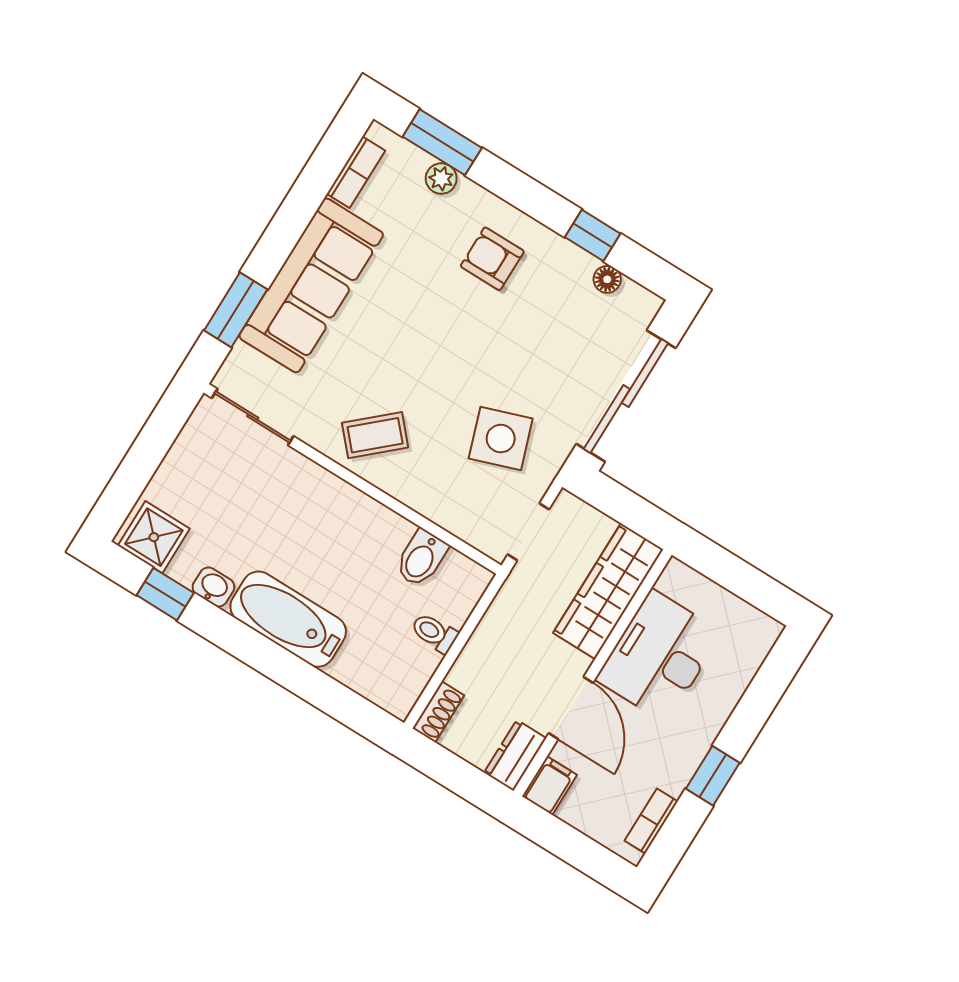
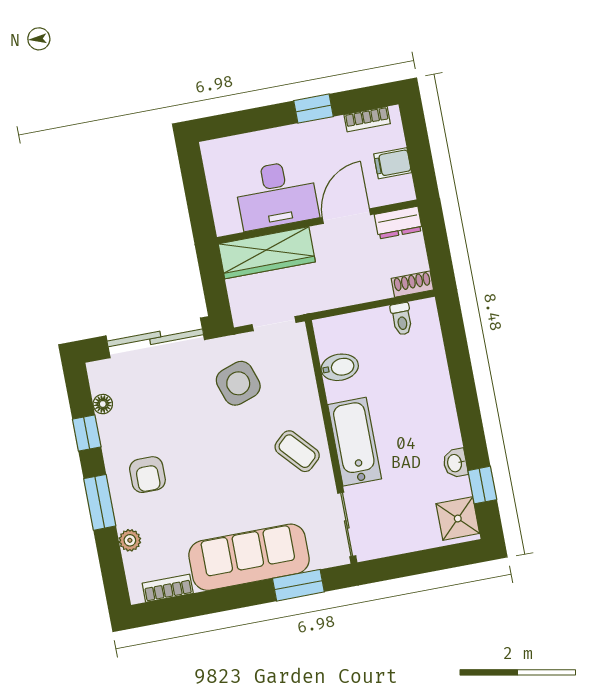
window: (442, 142) -> (100, 502), moved
bathtub: (288, 619) -> (355, 442), moved, turned 180
toilet: (434, 633) -> (402, 319), moved
filing cabinet: (550, 786) -> (393, 163), moved

